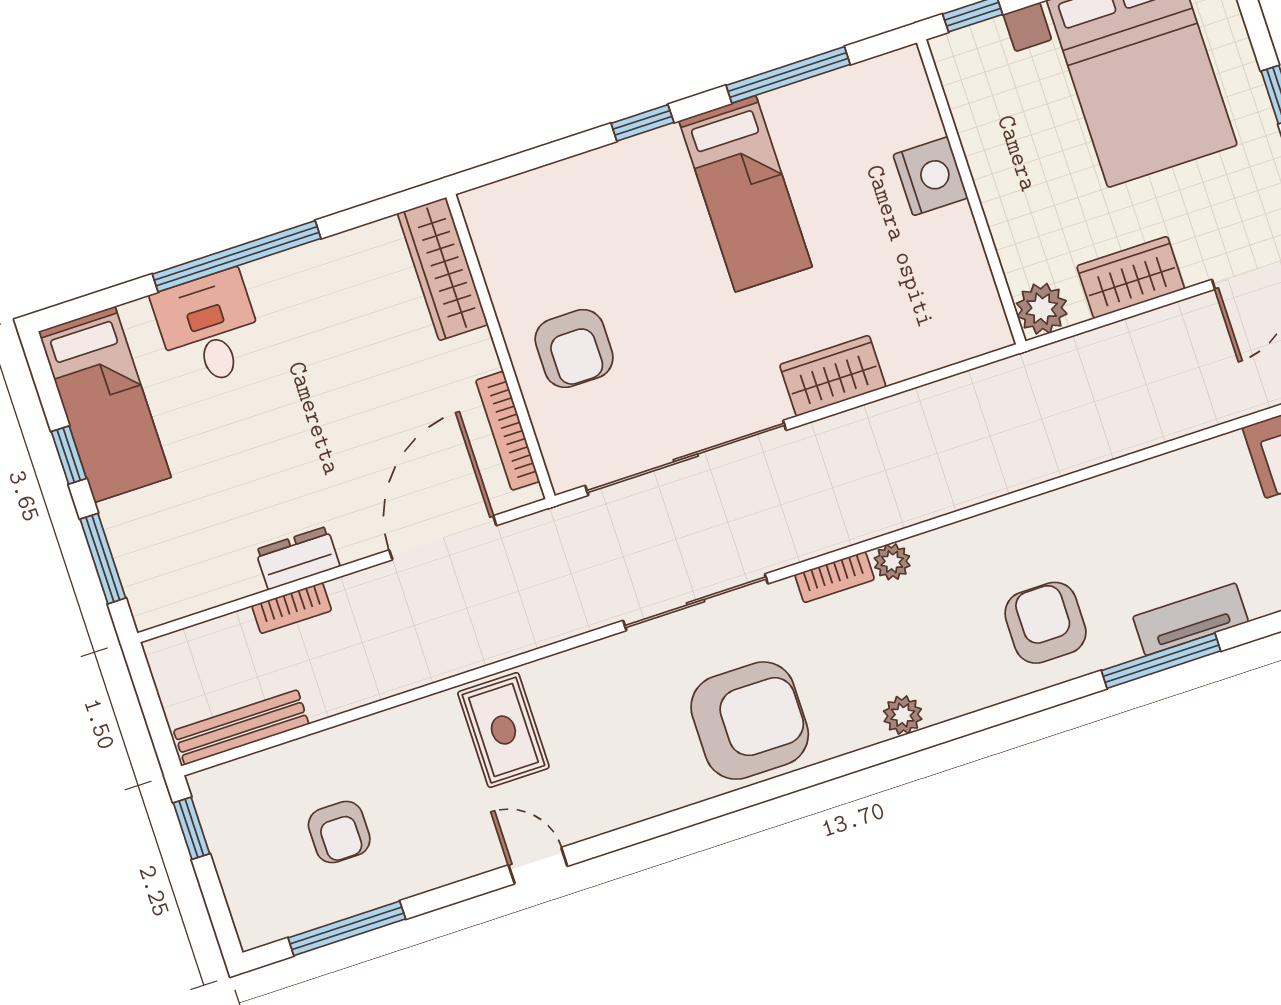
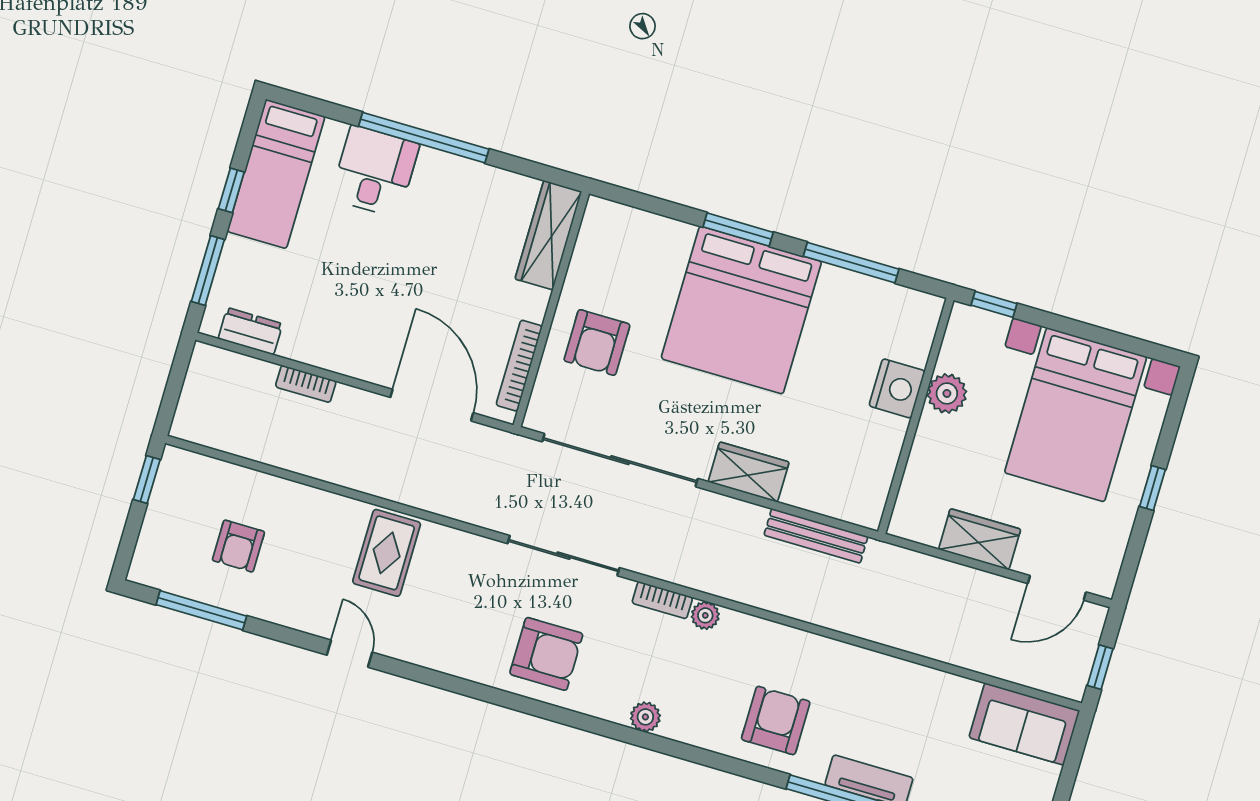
window: (642, 123) -> (738, 230), width x1.50
bed: (746, 194) -> (741, 310), width x2.04
plant: (1042, 309) -> (947, 393), moved
door: (443, 538) -> (432, 405), hinge flipped
dresser: (298, 558) -> (250, 331), moved
armchair: (750, 721) -> (546, 654), width x0.73, depth x0.73
bench: (241, 727) -> (816, 536), moved

